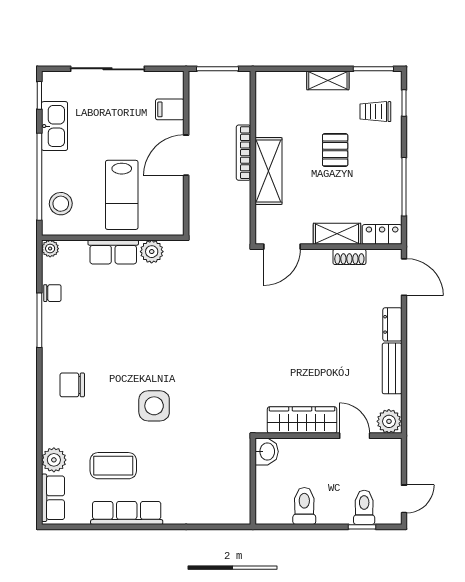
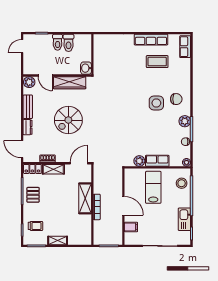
pallet: (335, 150) -> (33, 195), moved
door: (186, 155) -> (123, 206), hinge flipped
spiral stairs: (305, 340) -> (68, 120), added
side table: (154, 406) -> (156, 103), moved
plant: (54, 460) -> (185, 121), moved
toilet: (364, 507) -> (58, 42), moved

